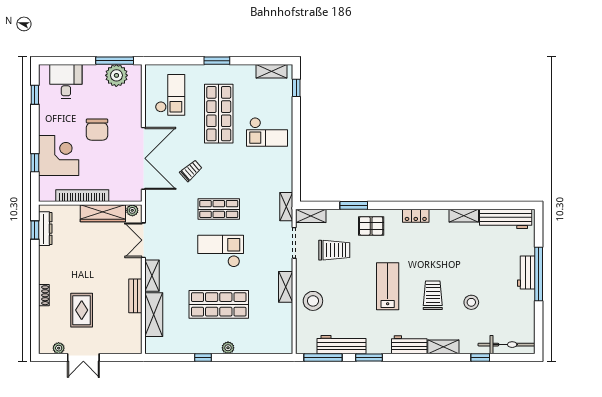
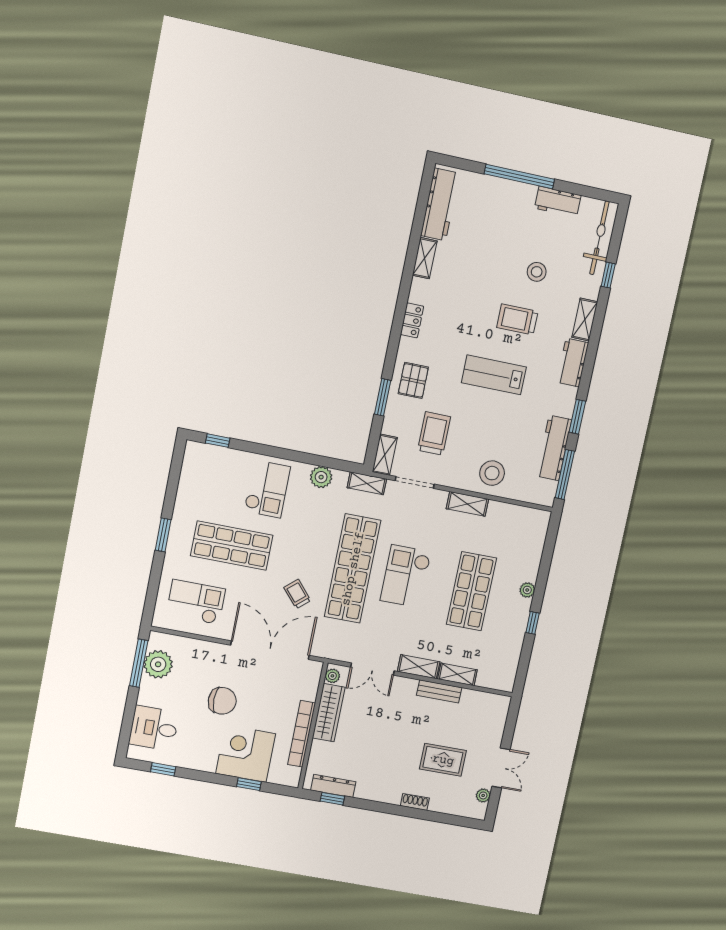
shelving: (271, 71) -> (190, 468), removed
plant: (284, 171) -> (321, 477), added
shop shelf: (219, 209) -> (353, 569), width x2.00, depth x1.36
workbench: (526, 273) -> (558, 202), moved
shelving: (154, 315) -> (457, 674), width x0.67, depth x0.75

